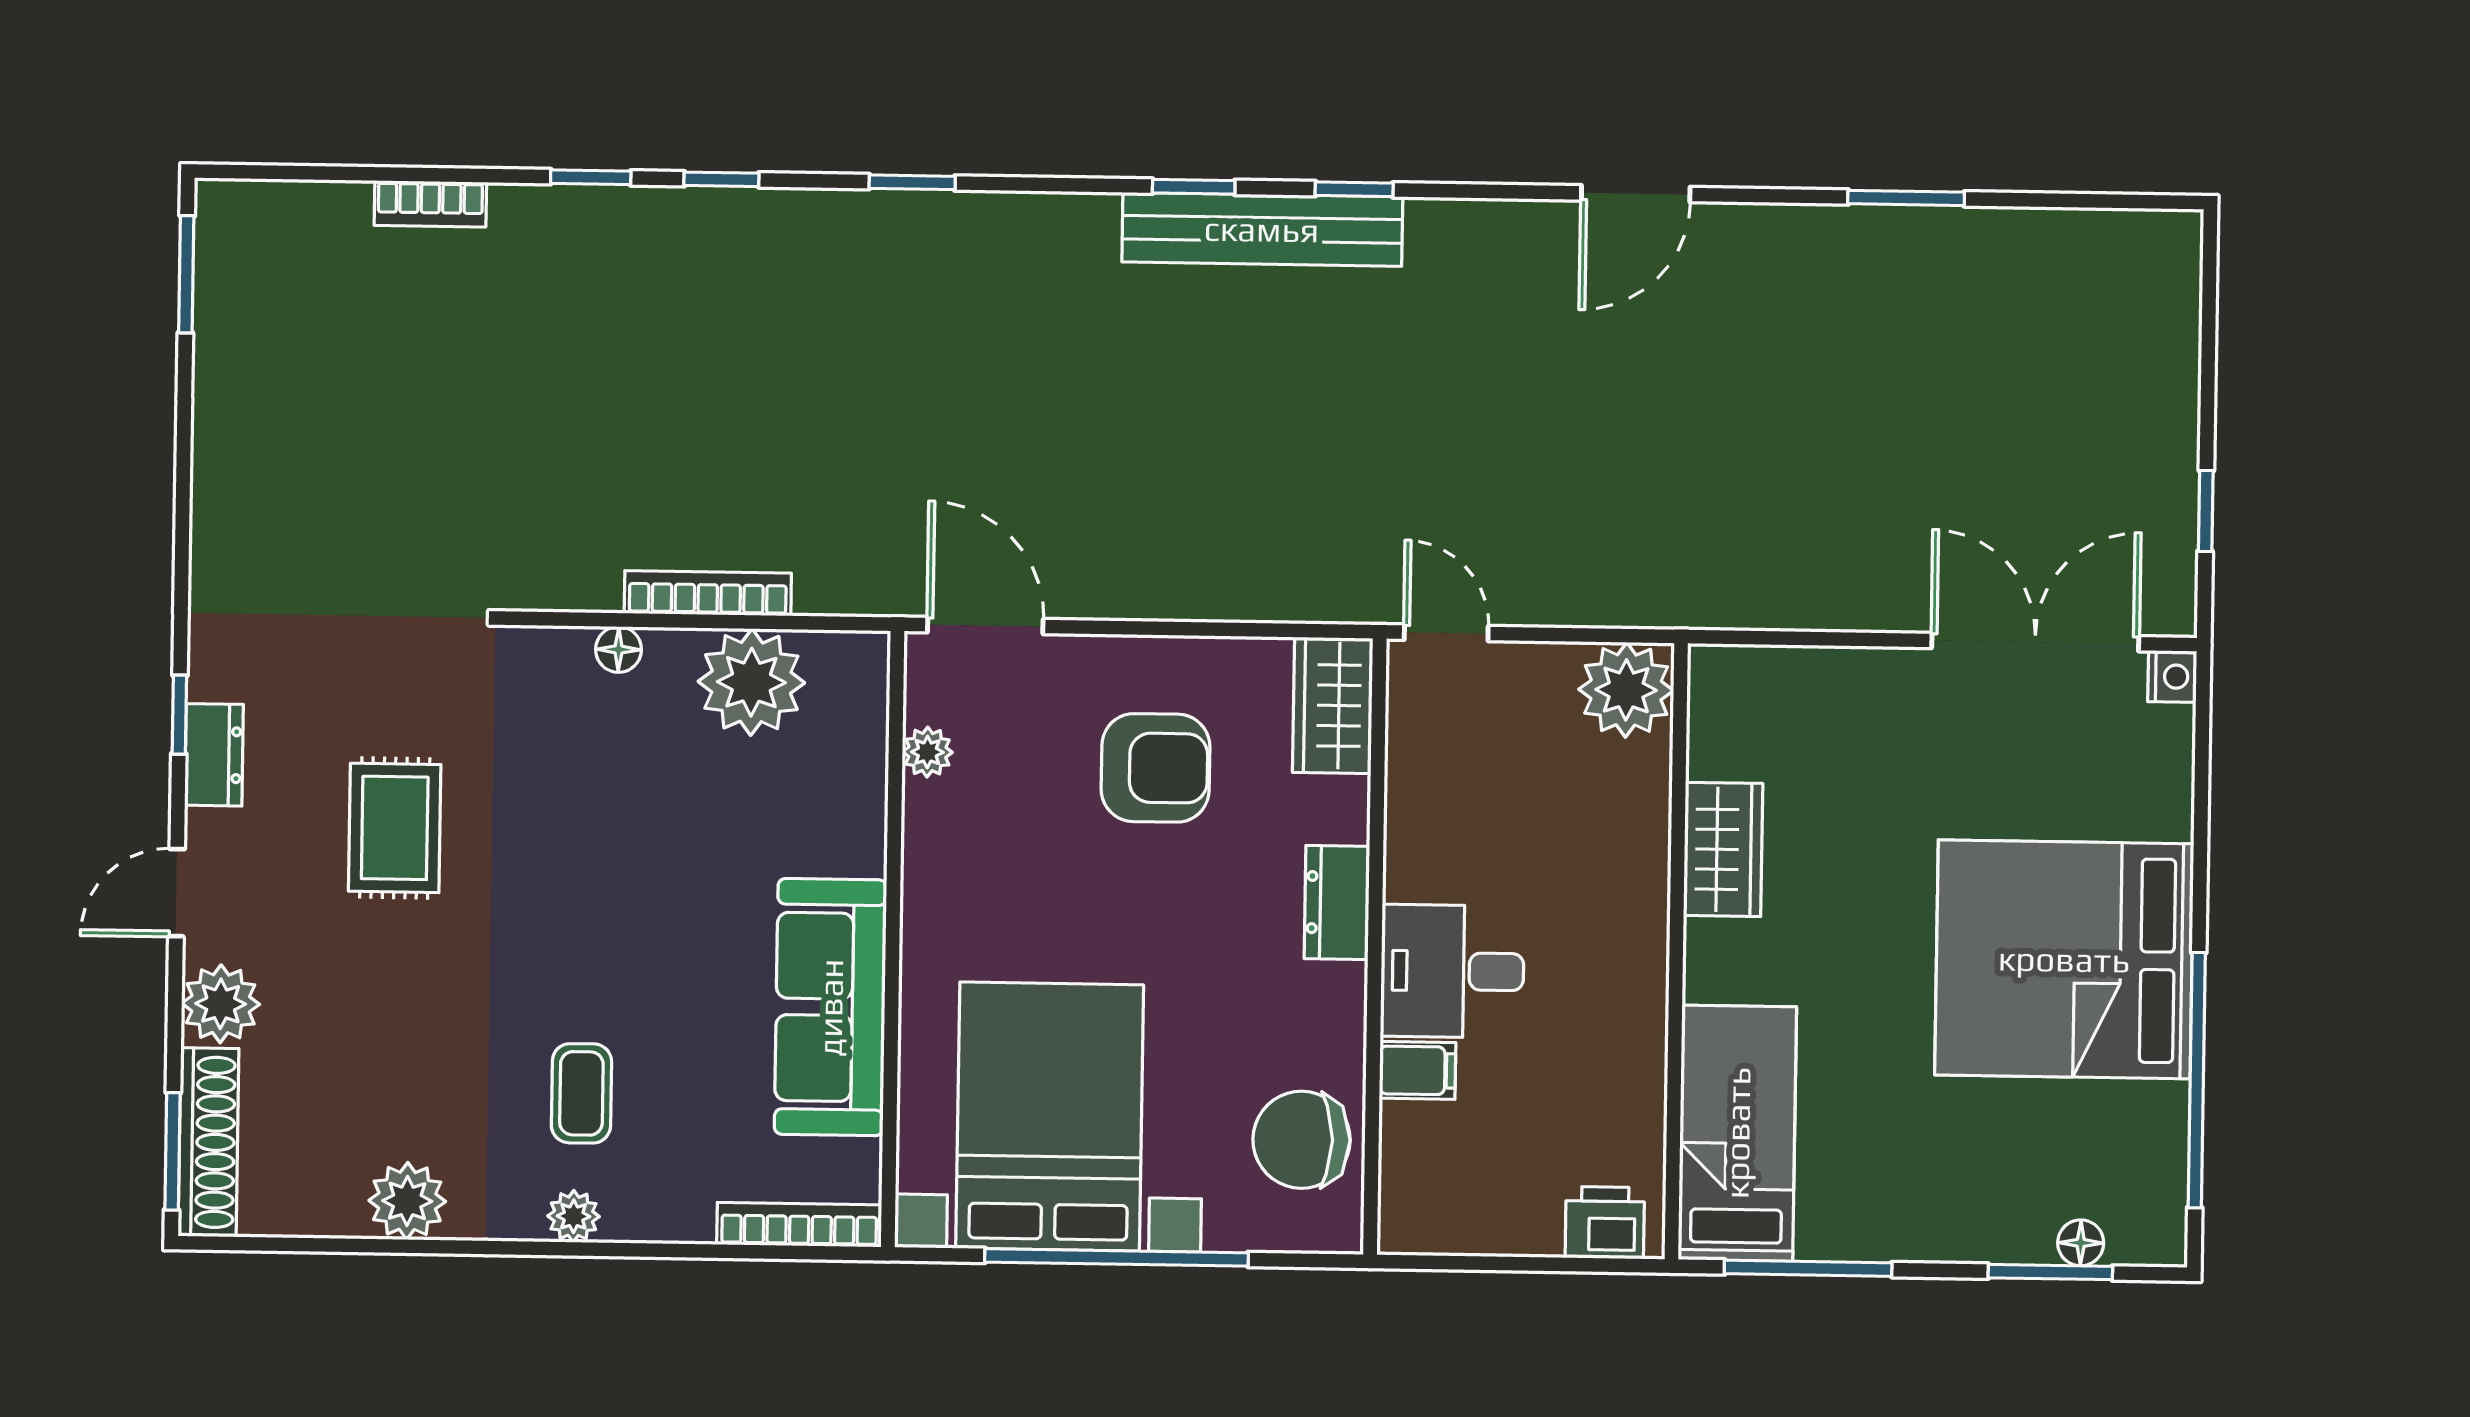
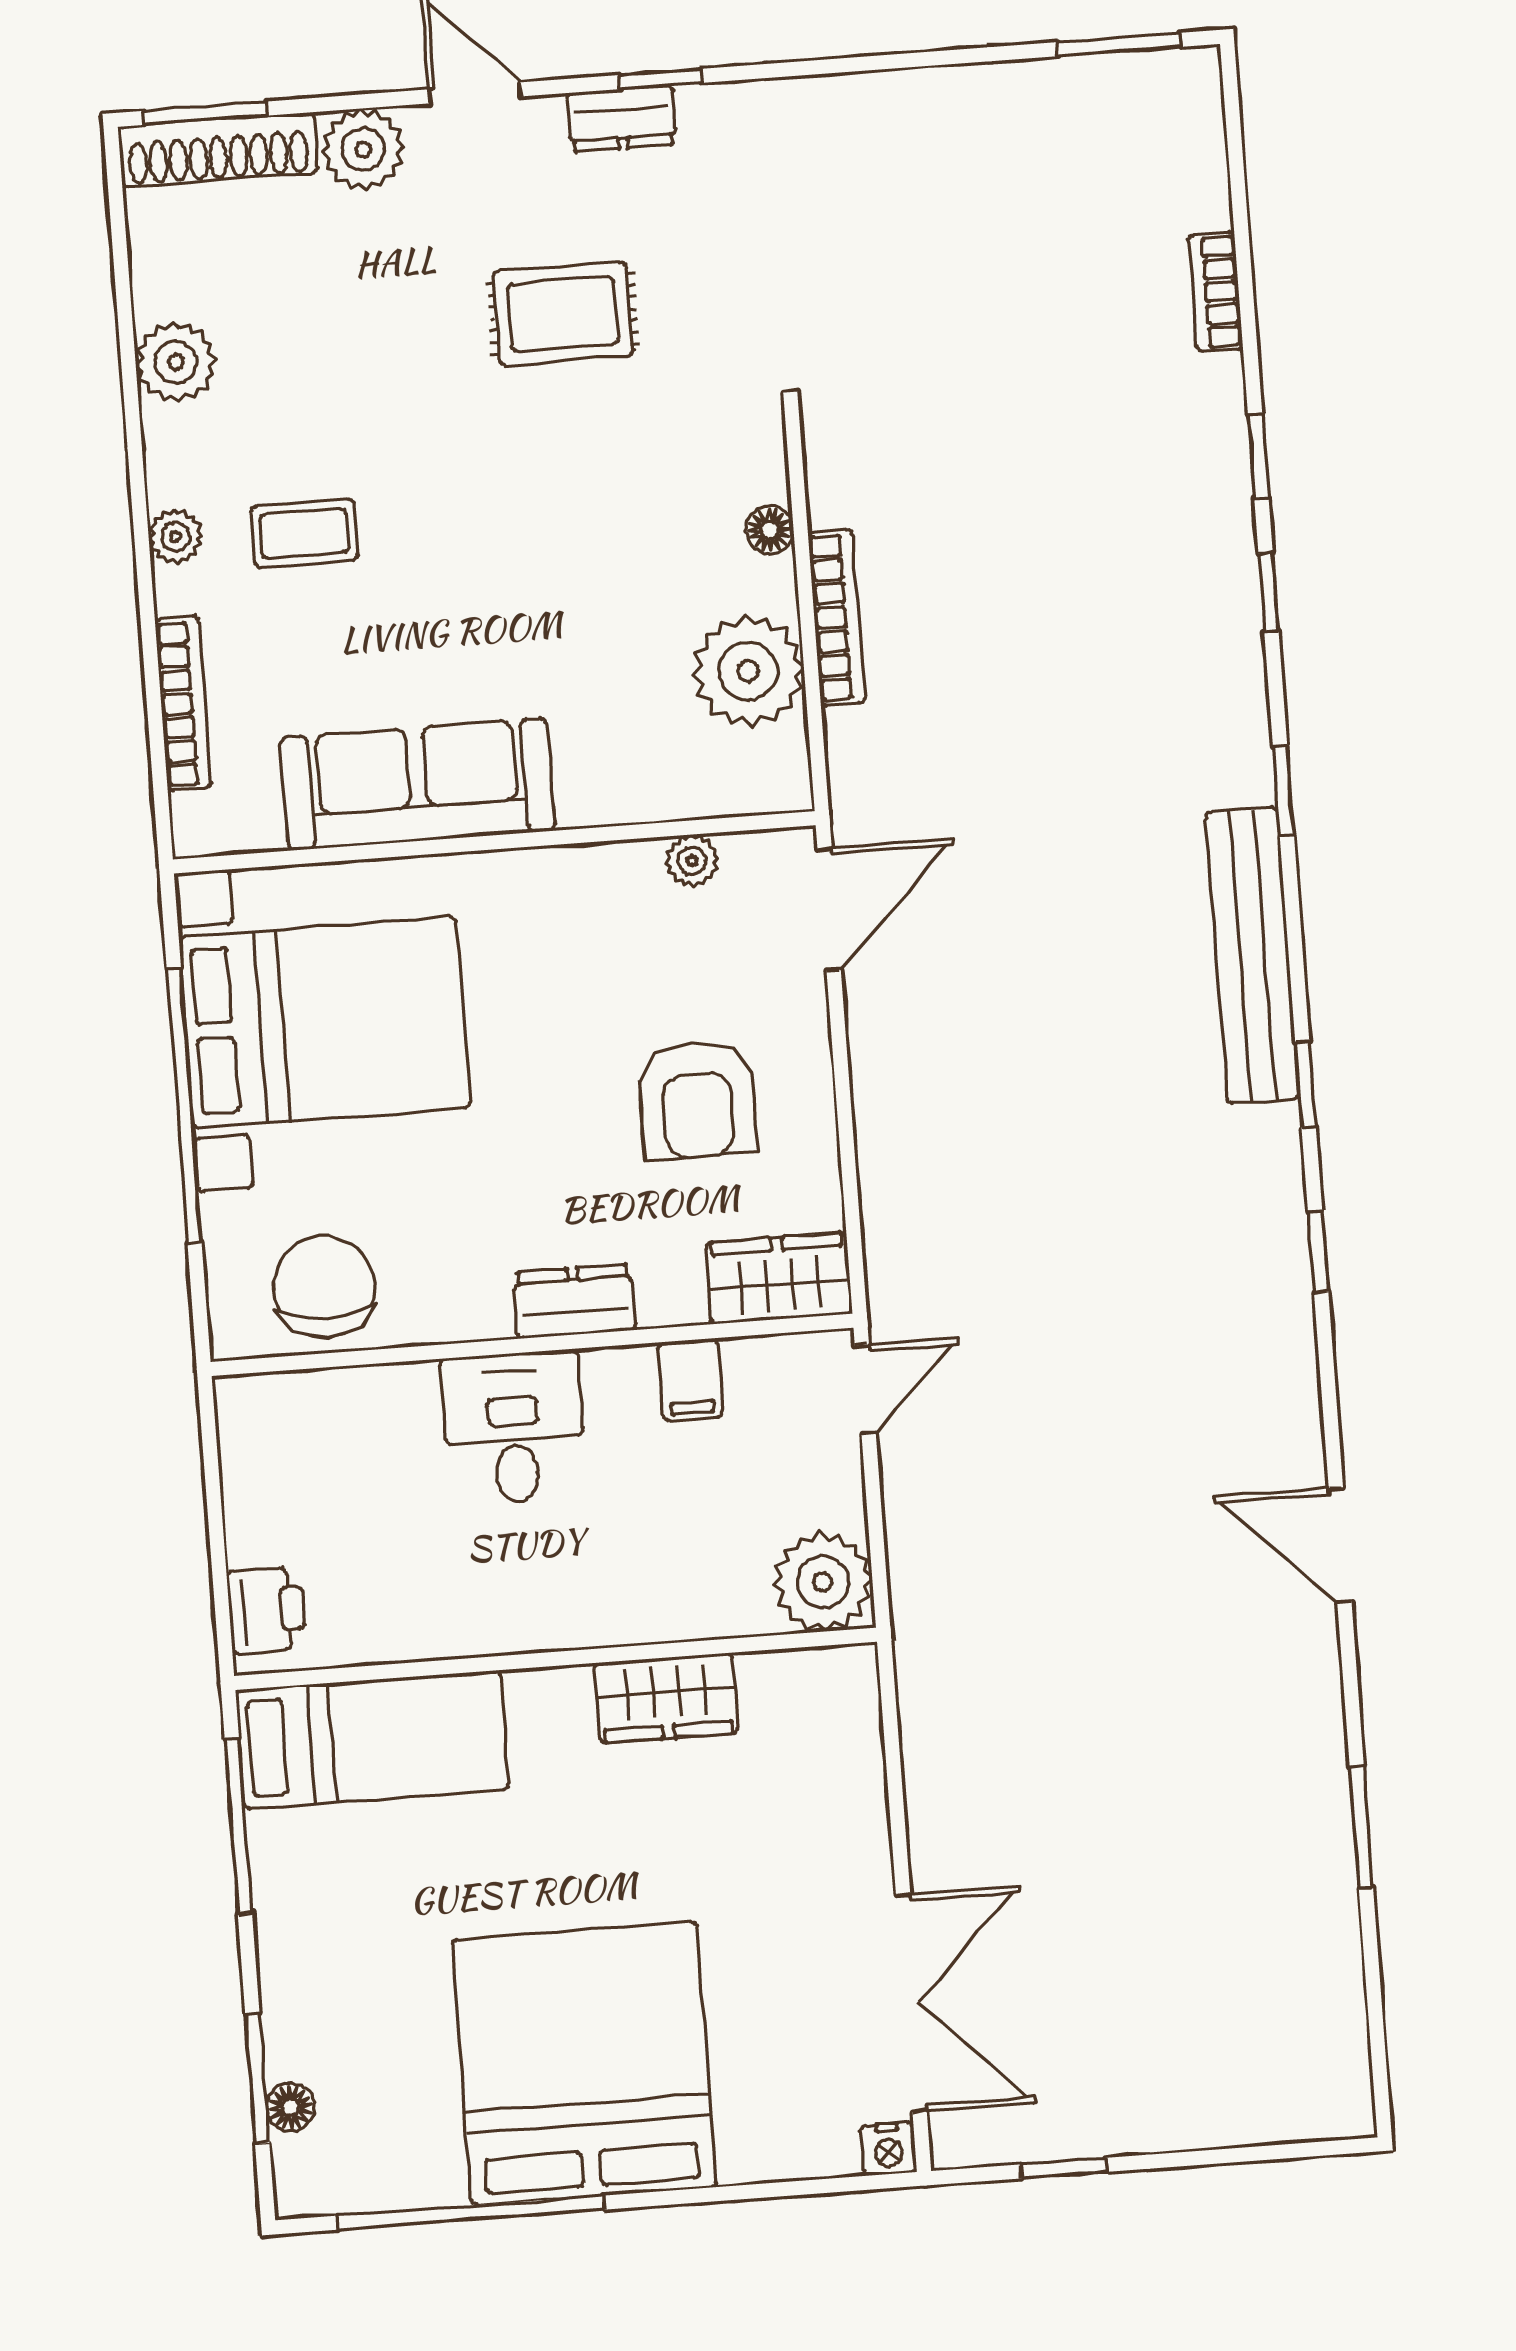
bench: (1262, 229) -> (1252, 955), moved
filing cabinet: (1418, 1070) -> (690, 1380), moved
bookcase: (799, 1225) -> (183, 704), moved

